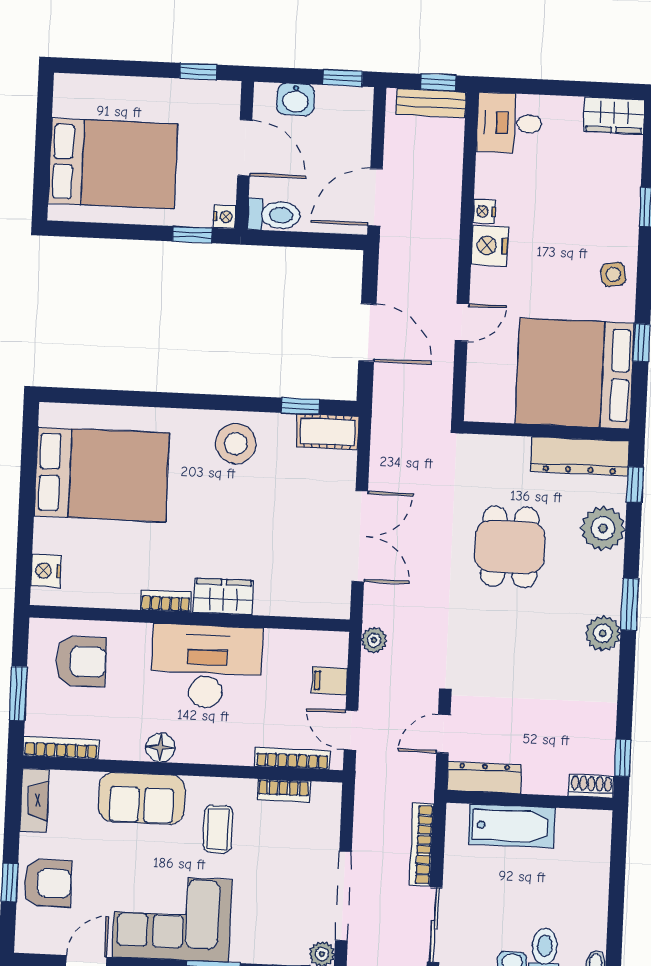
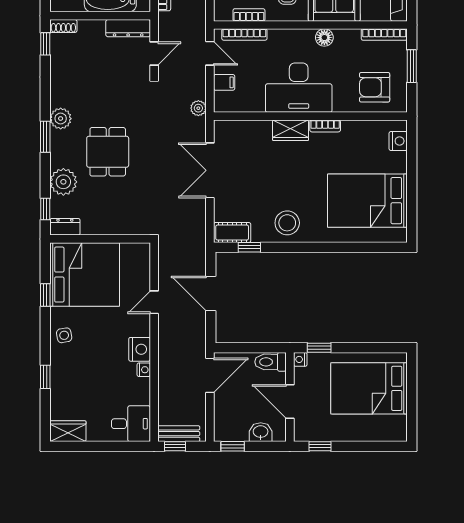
dresser: (580, 456) -> (65, 227), width x0.51, depth x0.80
dining table: (510, 547) -> (108, 152), moved

